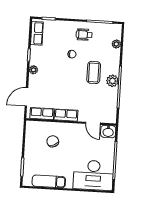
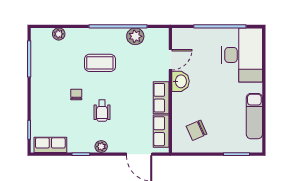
wheelchair: (84, 35) -> (102, 111), moved
plant: (112, 81) -> (135, 36), moved
washbasin: (108, 132) -> (180, 81), moved
chair: (53, 141) -> (197, 130), moved

